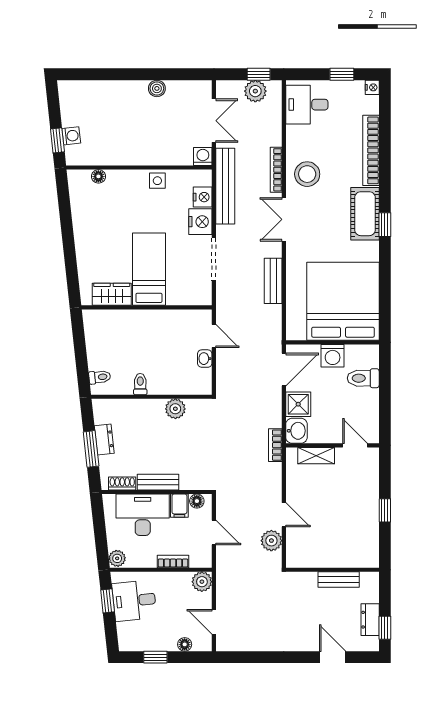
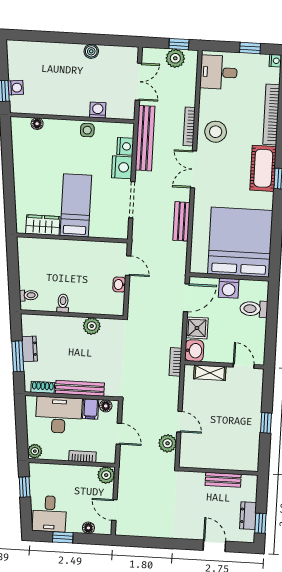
washing machine: (203, 156) -> (98, 110), moved
bench: (158, 482) -> (80, 388), width x1.36
desk: (134, 601) -> (50, 514), moved, turned -84

